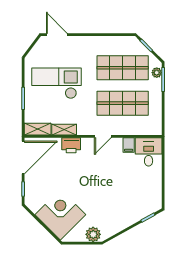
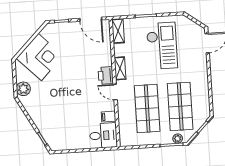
shelving: (64, 130) -> (120, 68), moved
printer: (71, 145) -> (106, 75), moved
door: (23, 158) -> (91, 19), width x0.73

